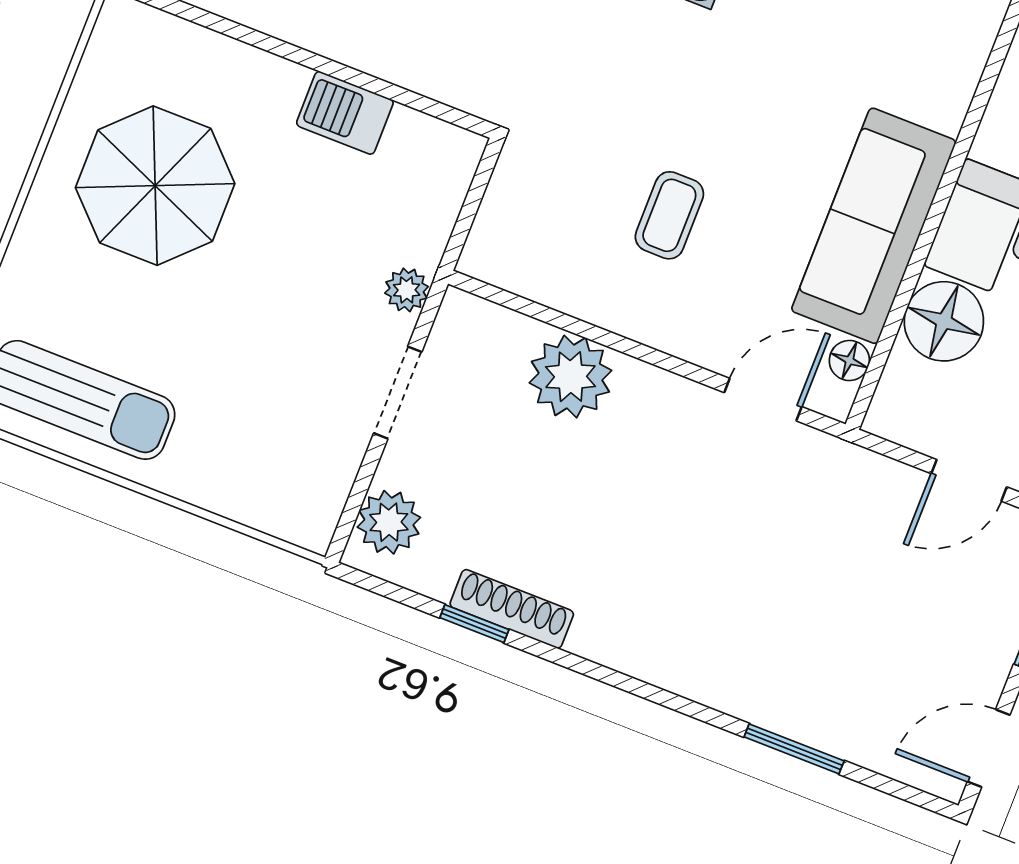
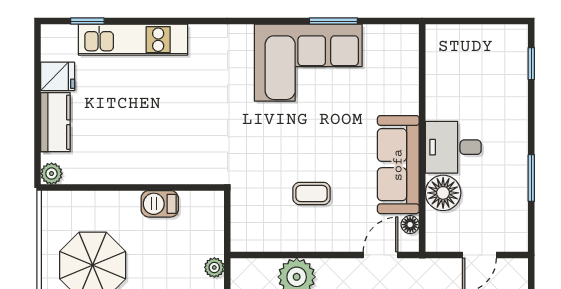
coffee table: (669, 215) -> (312, 194), turned 90

